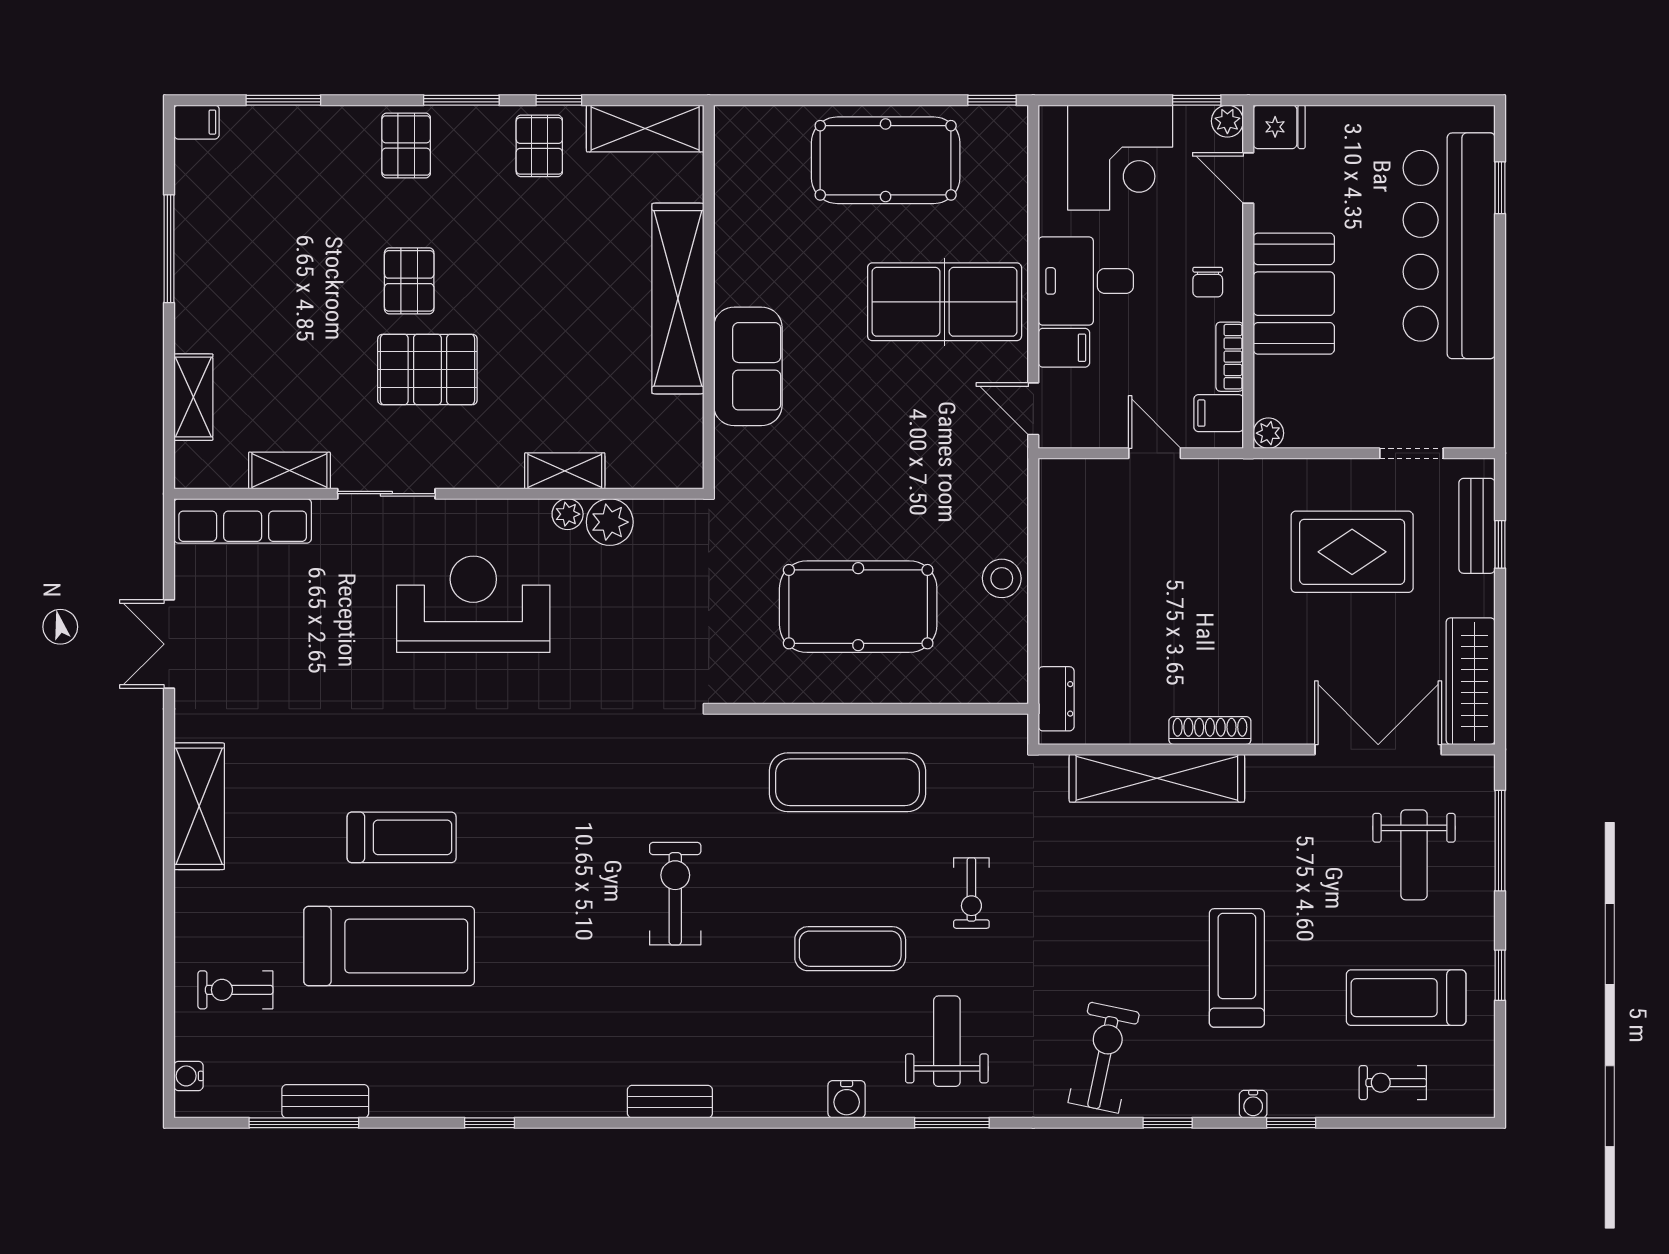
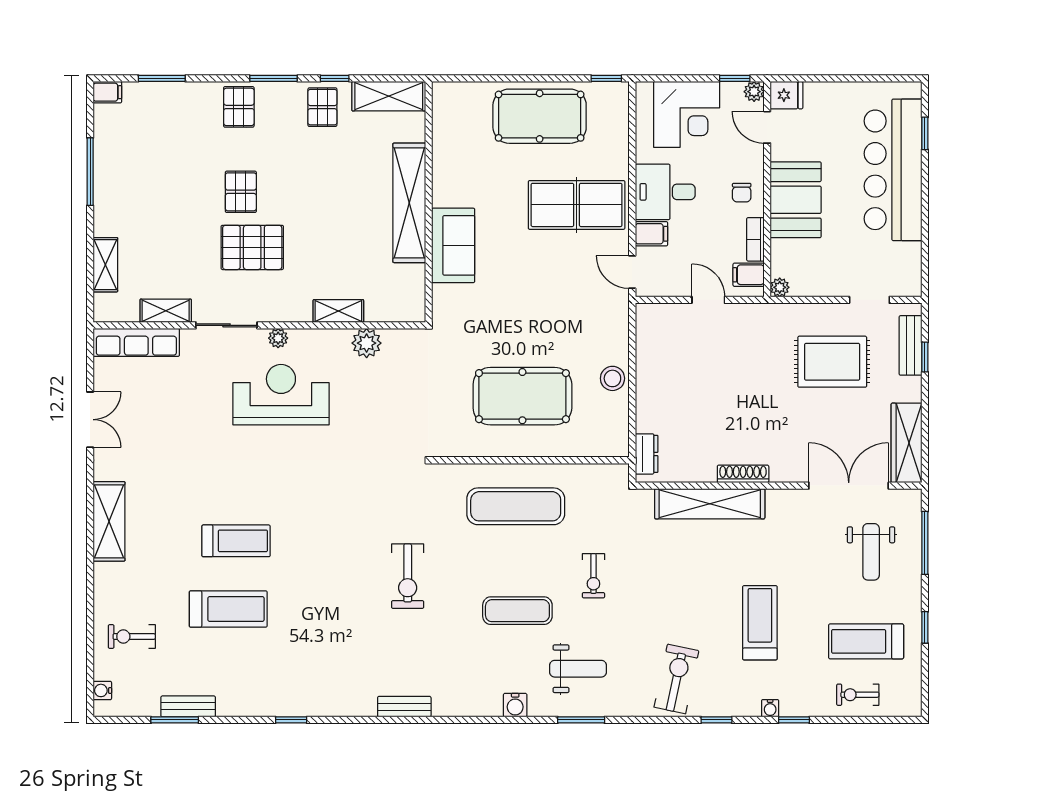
plant: (568, 514) -> (278, 338), moved
double door: (169, 644) -> (90, 420), swing flipped
exercise bike: (675, 894) -> (408, 576), turned 180
treadmill: (389, 946) -> (228, 609), width x0.73, depth x0.73
weight bench: (947, 1041) -> (578, 669), turned 90
window: (304, 1123) -> (175, 720), width x0.69

